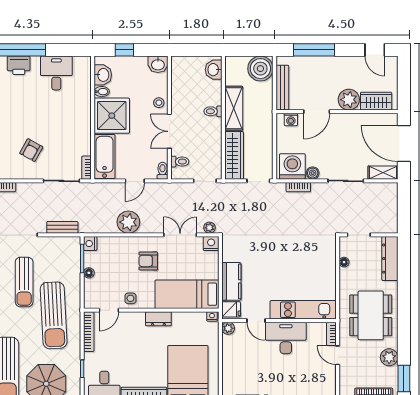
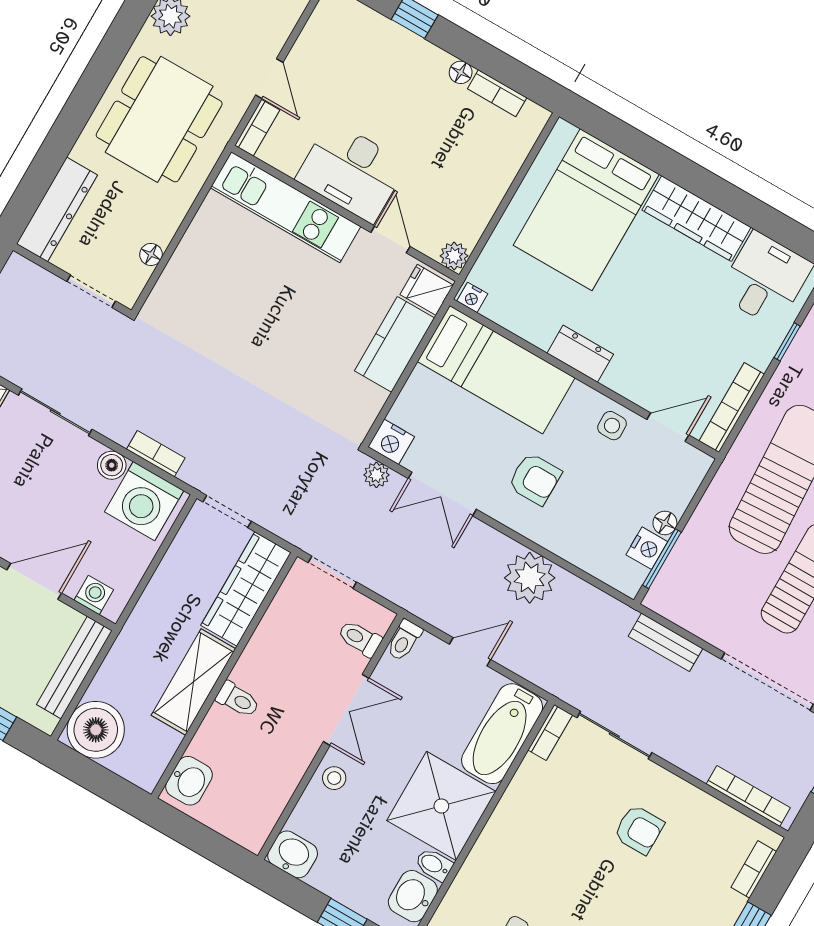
armchair: (31, 150) -> (639, 830), turned 61
nightstand: (90, 244) -> (647, 548), moved

